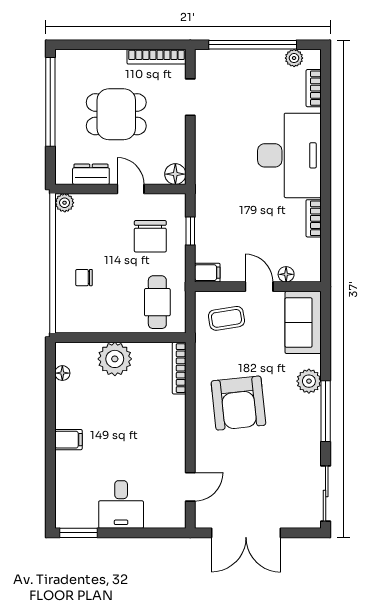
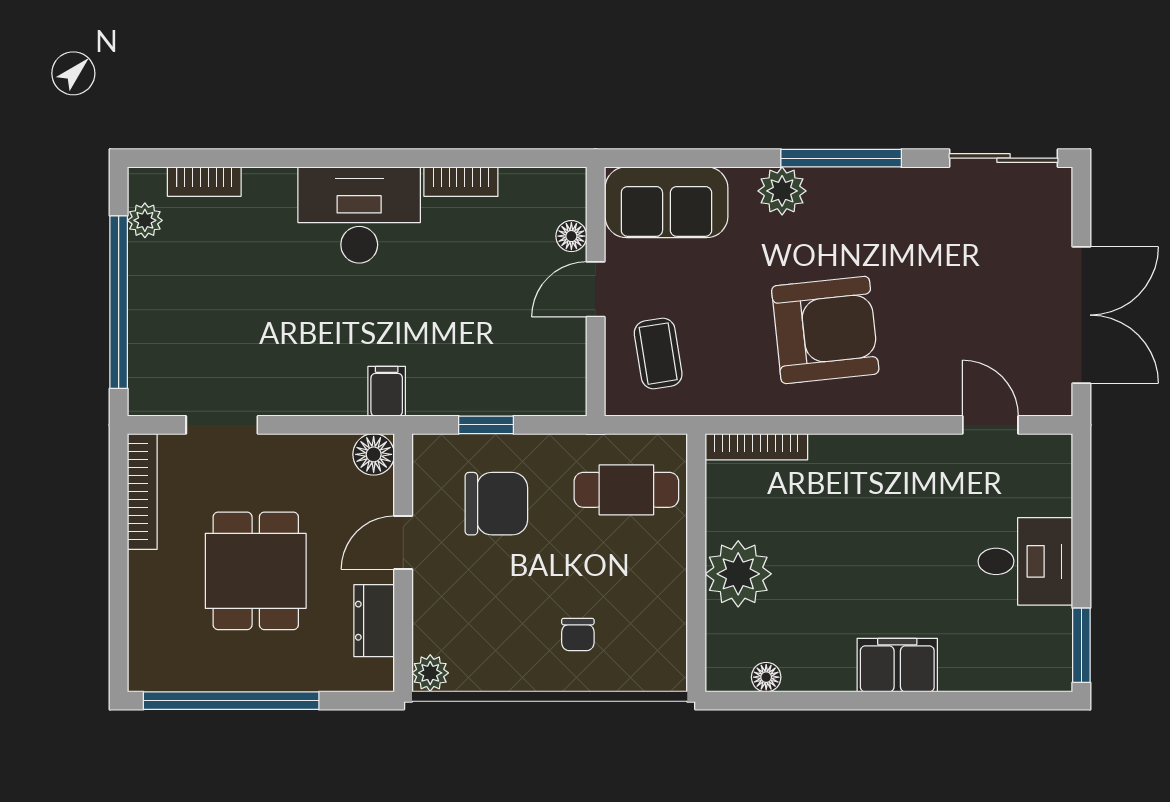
desk: (289, 155) -> (359, 215), width x0.73, depth x0.77
filing cabinet: (207, 273) -> (387, 391), moved
filing cabinet: (68, 440) -> (897, 665), width x2.00

